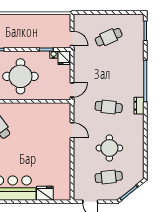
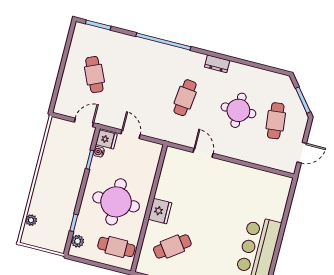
door: (72, 90) -> (131, 134), moved
dresser: (139, 106) -> (217, 64), moved
door: (72, 130) -> (203, 153), hinge flipped
fridge: (45, 193) -> (160, 211), moved, turned 180

